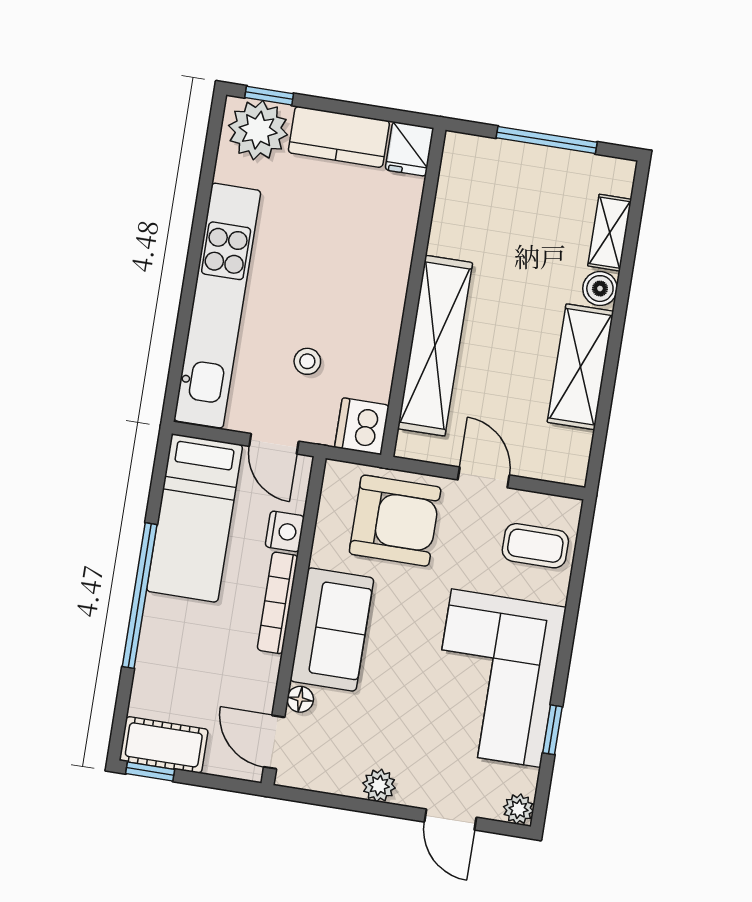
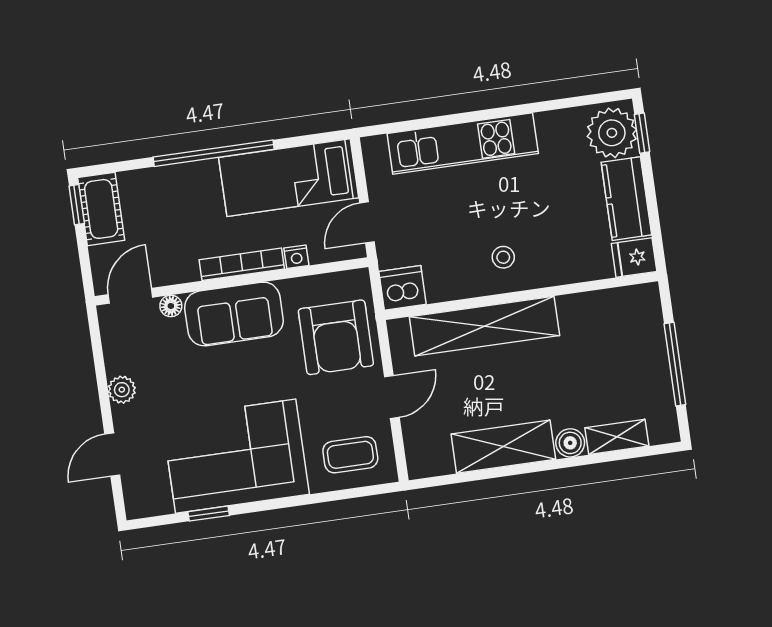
kitchen unit: (217, 306) -> (463, 144), width x0.73
stool: (307, 361) -> (503, 257), moved
nightstand: (285, 531) -> (296, 257), width x0.72, depth x0.74
coffee table: (535, 546) -> (350, 455), turned 90
plant: (518, 809) -> (137, 506), removed

